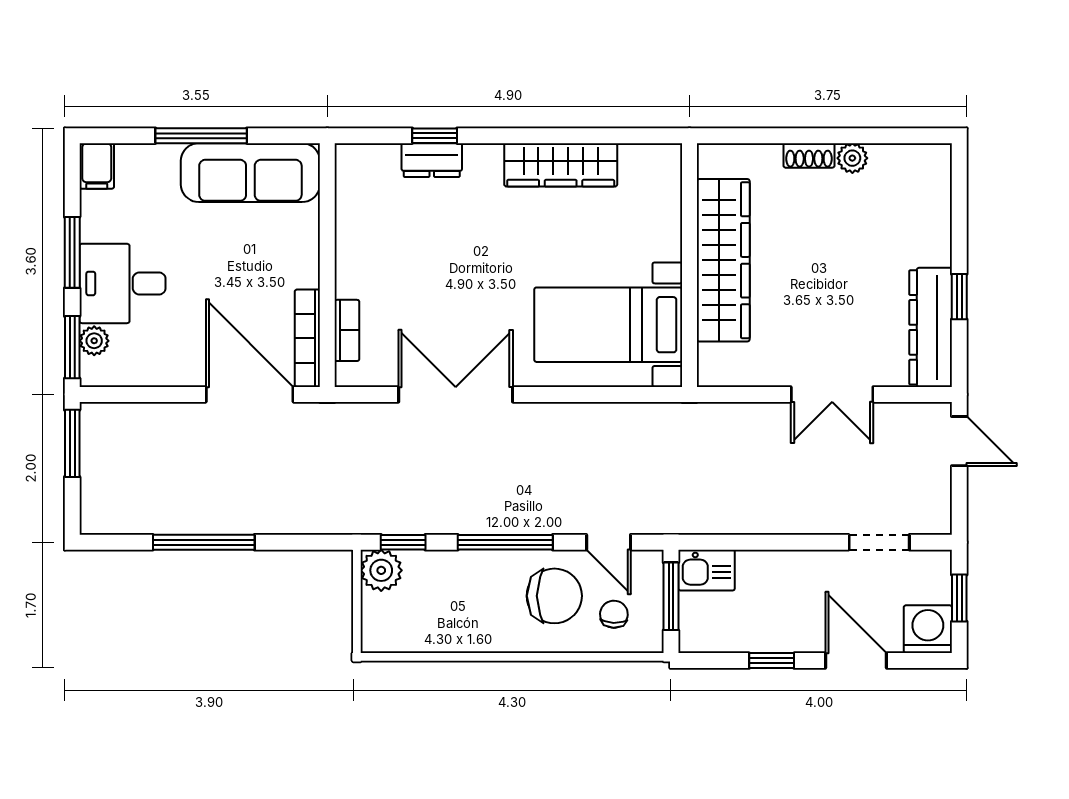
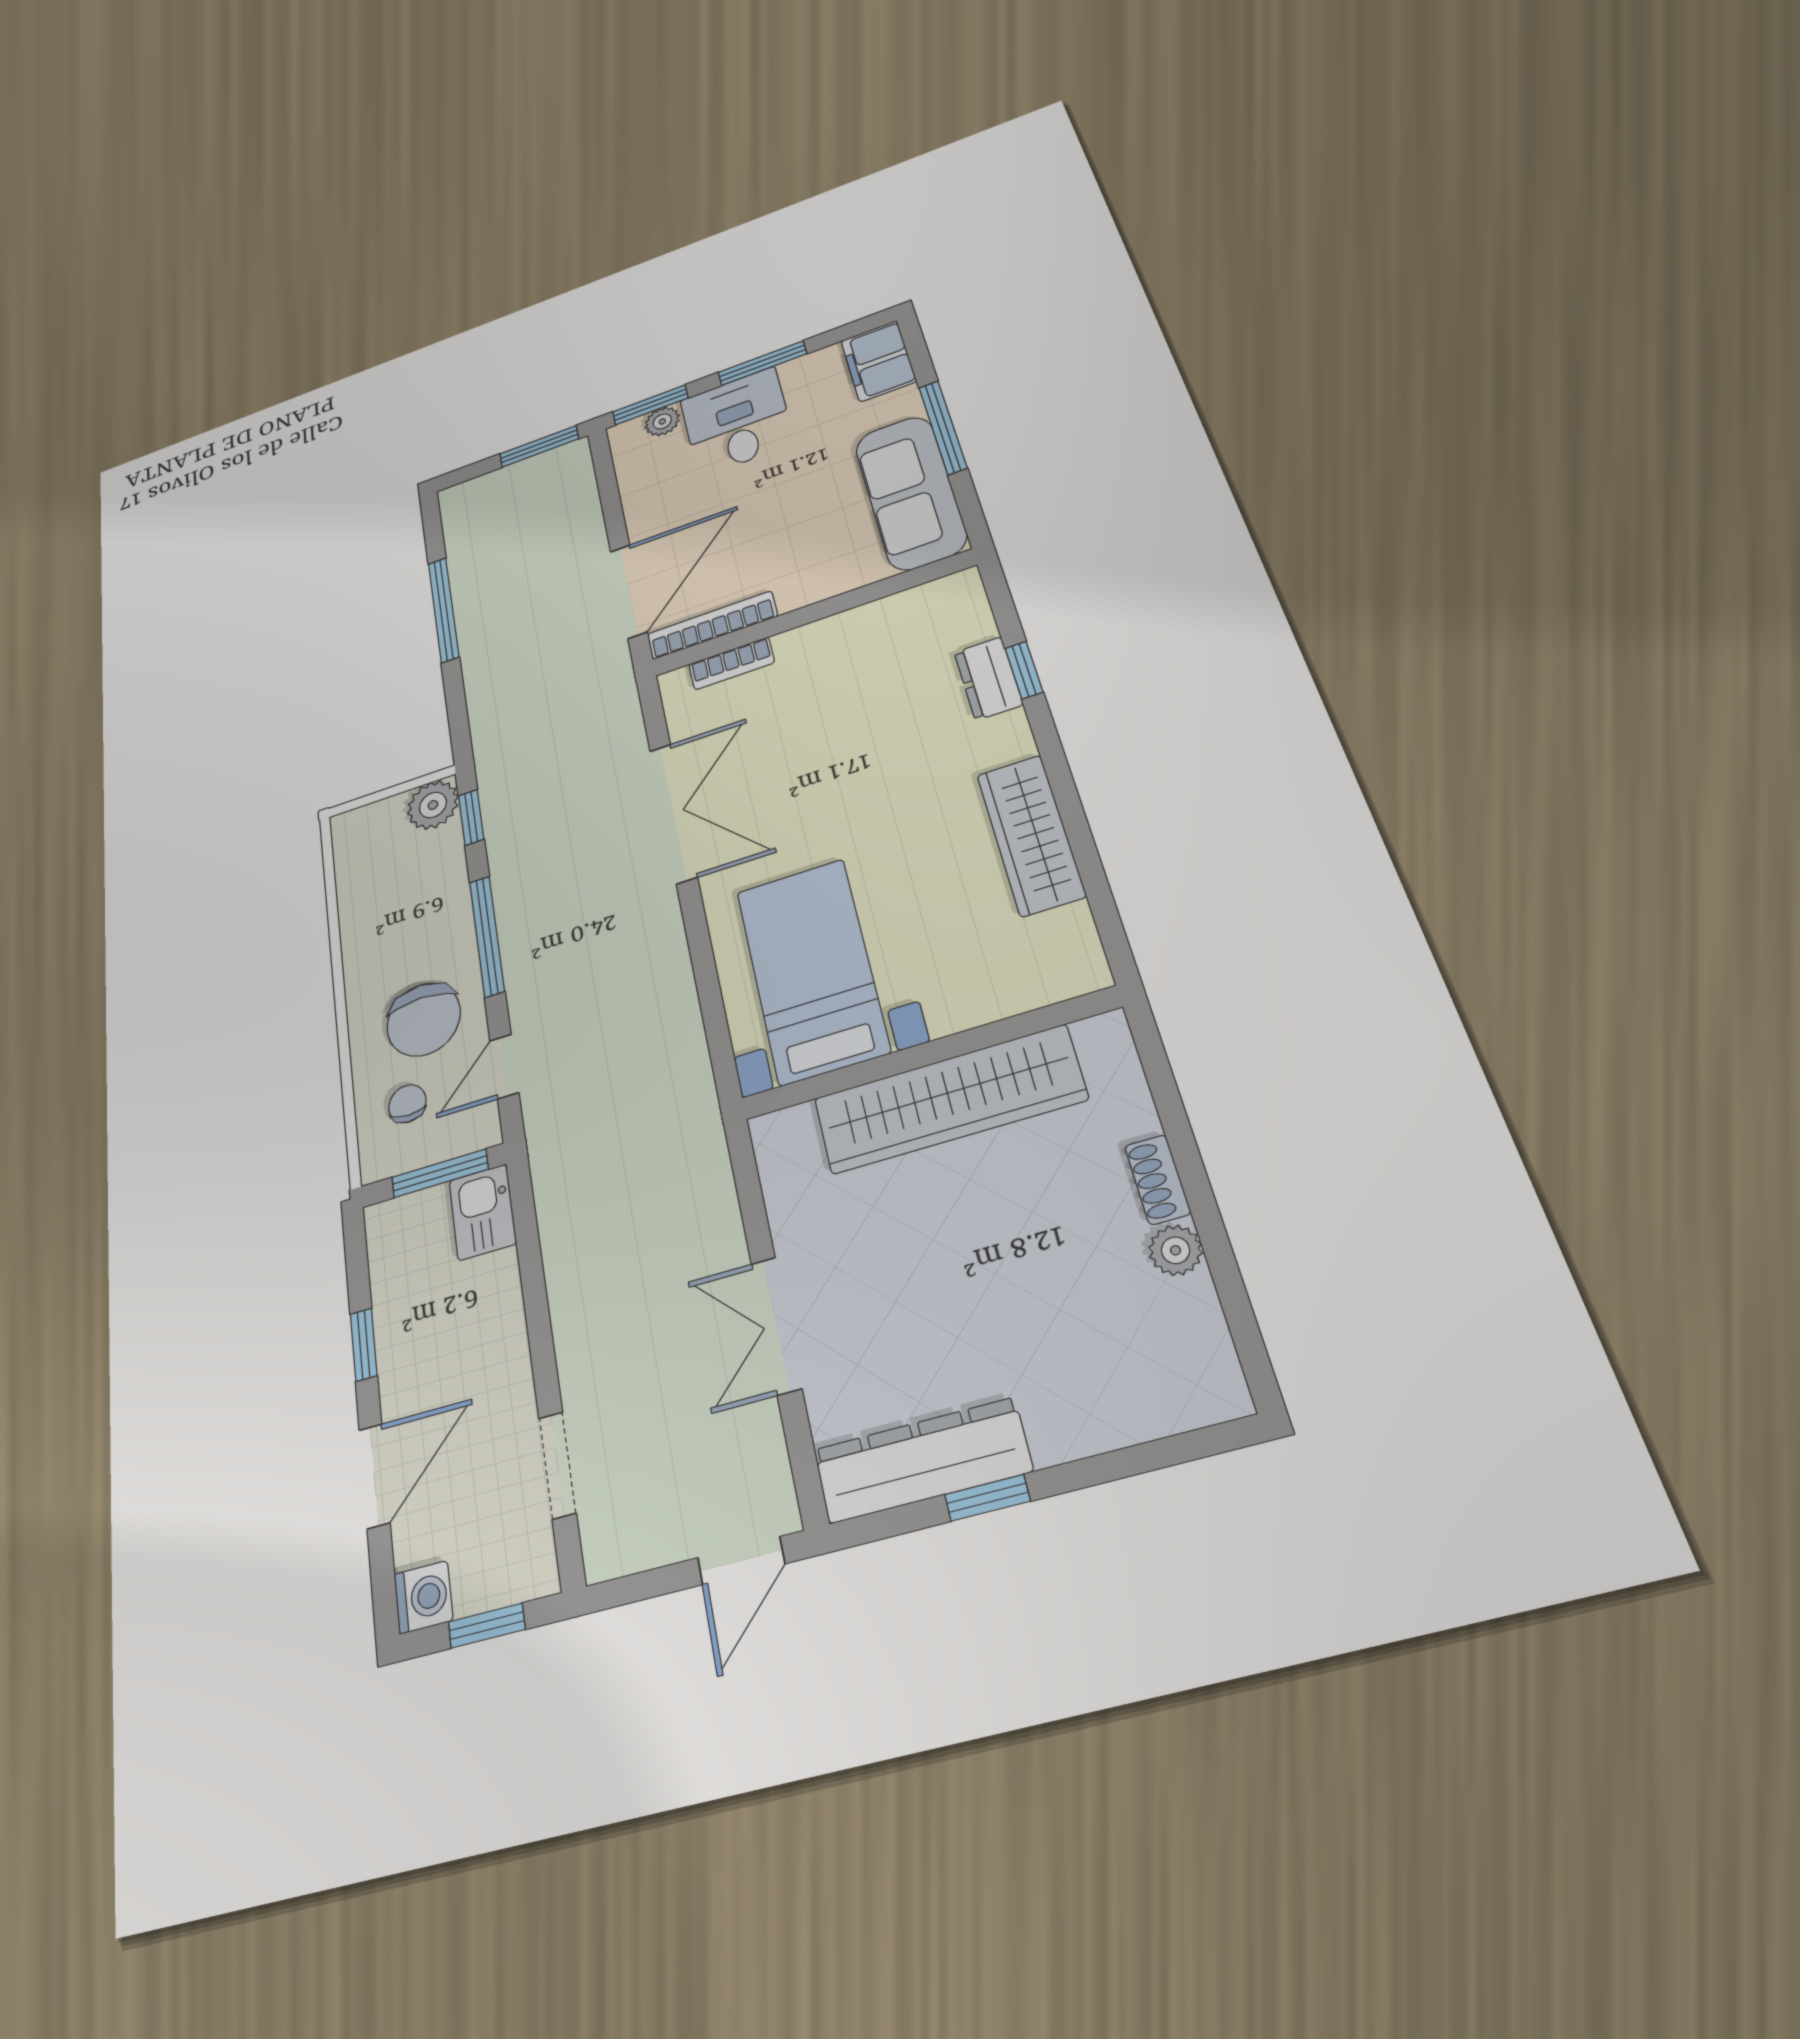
filing cabinet: (97, 166) -> (878, 361), width x2.00
chair: (614, 614) -> (407, 1104), turned -92
washing machine: (928, 629) -> (423, 1597), width x0.73, depth x0.73

